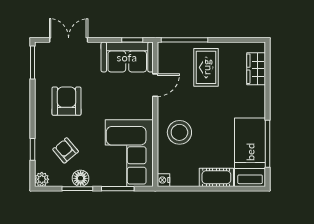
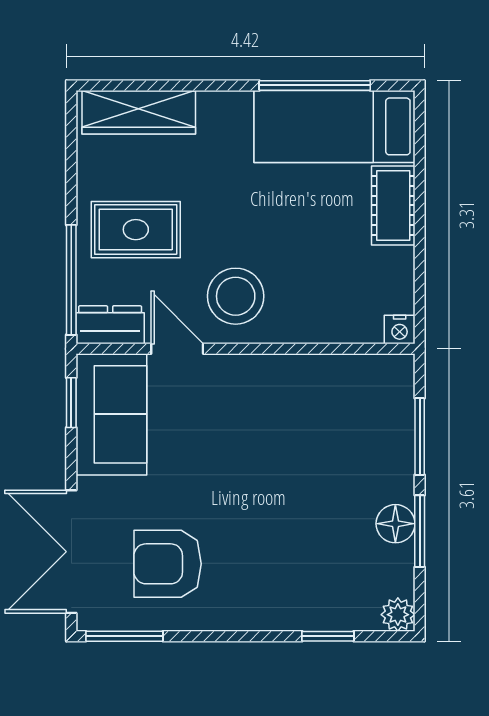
double door: (69, 40) -> (71, 552), width x1.37
dresser: (165, 56) -> (110, 325), added
wardrobe: (256, 69) -> (139, 112), width x1.50
armchair: (67, 101) -> (168, 564), moved
stool: (179, 132) -> (236, 296), moved
armchair: (66, 150) -> (330, 559), removed
corner sofa: (129, 153) -> (337, 409), removed

